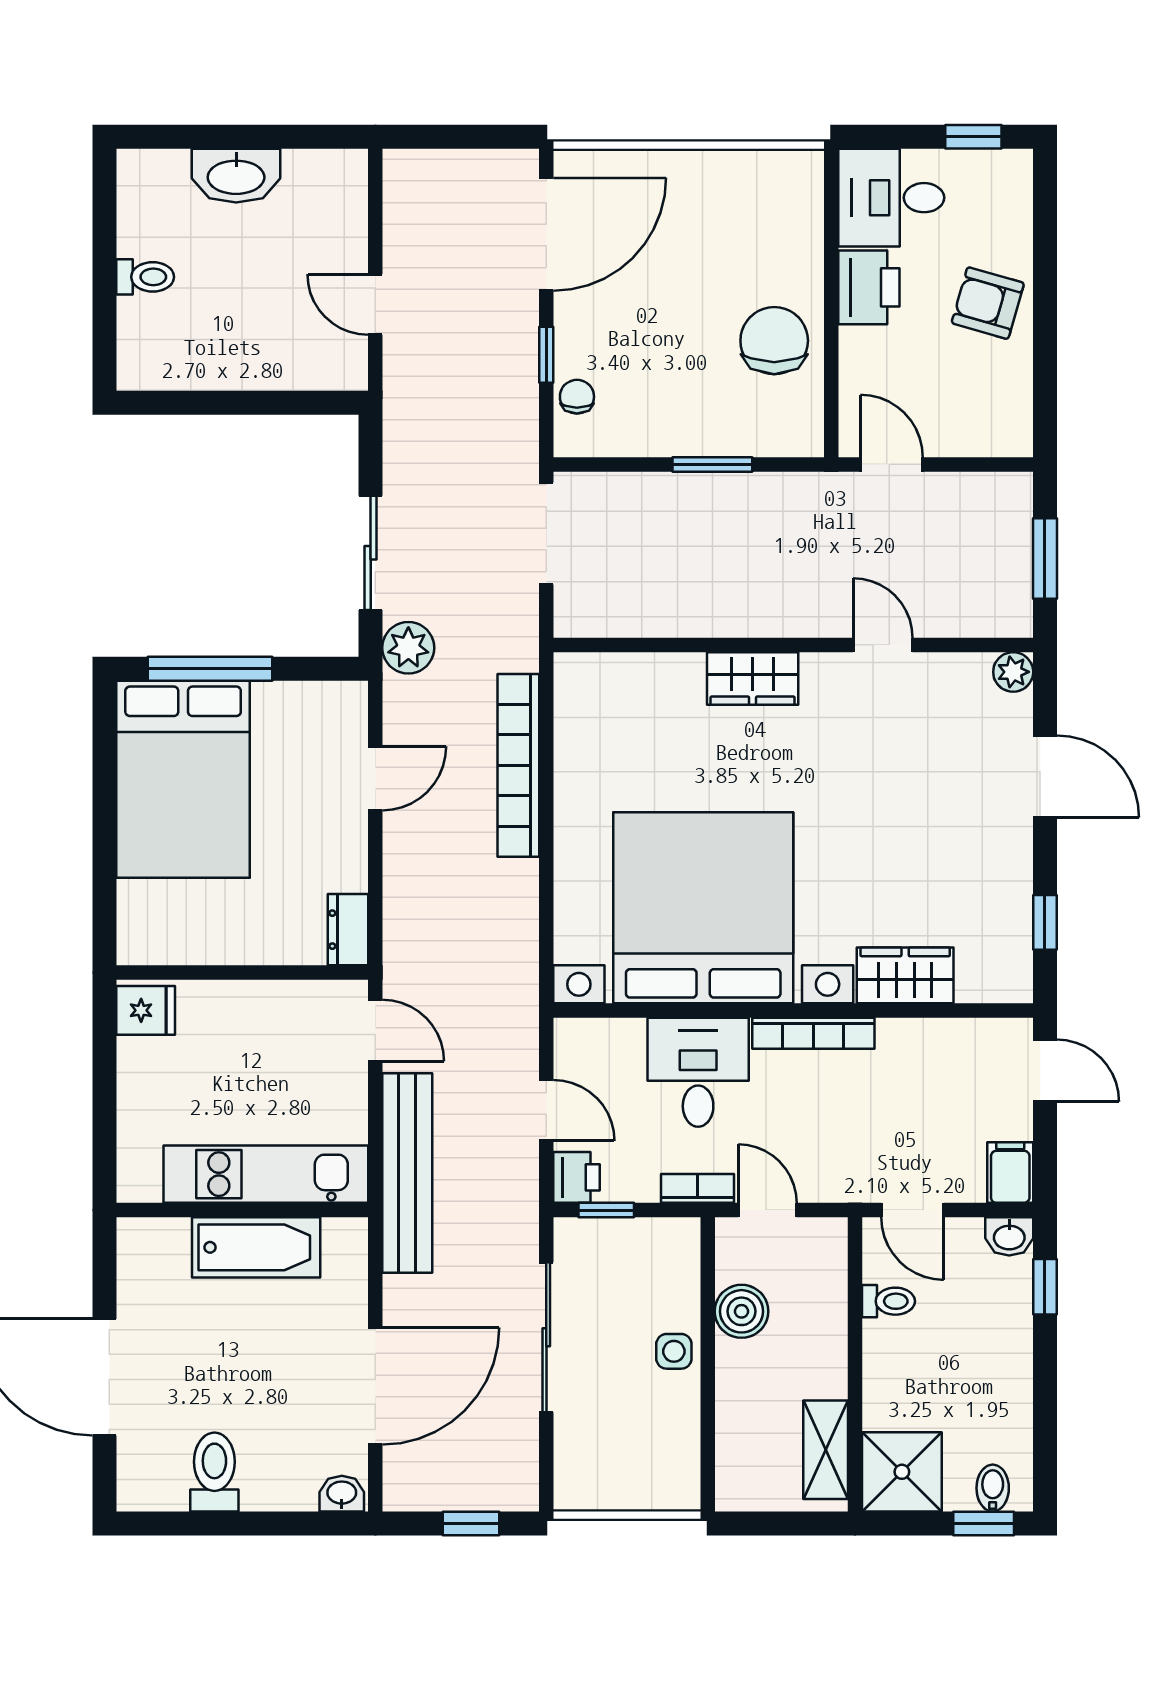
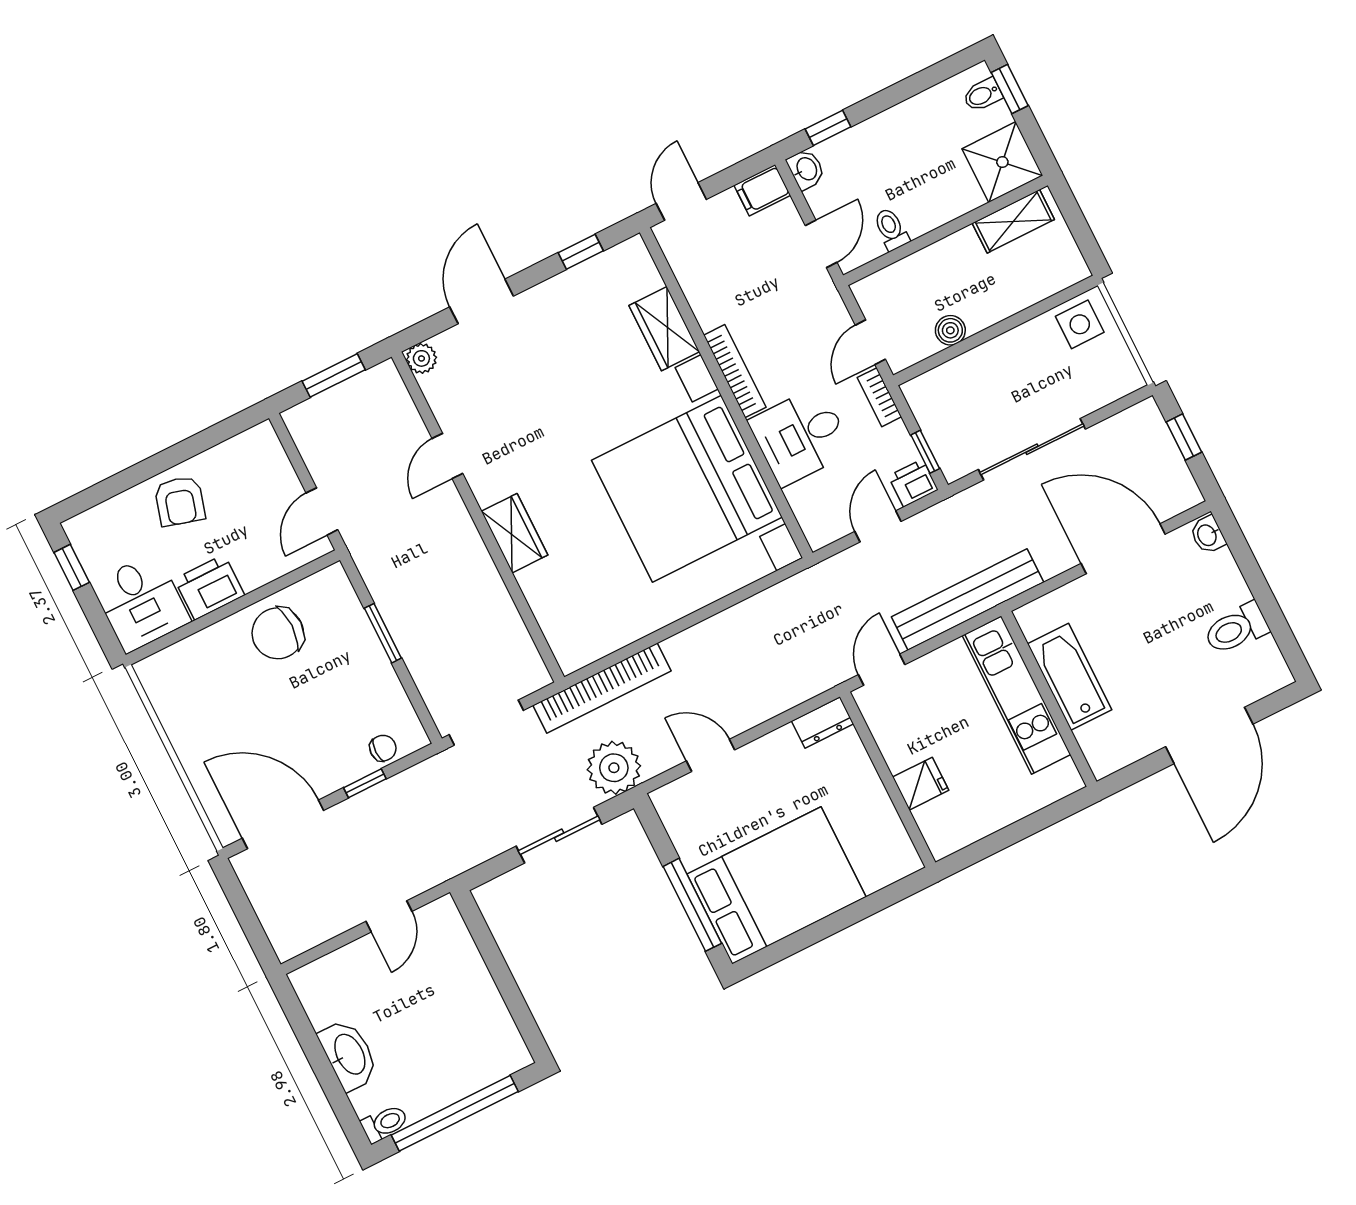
window: (105, 266) -> (455, 1113), added
toilet: (145, 277) -> (385, 1123), moved, turned 90
chair: (577, 397) -> (383, 748), turned 180
plant: (408, 648) -> (614, 768), width x1.36, depth x1.36
bookcase: (518, 765) -> (602, 688), moved
fridge: (146, 1010) -> (921, 784), moved, turned 90
boiler: (742, 1311) -> (950, 330), width x0.73, depth x0.73
side table: (674, 1351) -> (1080, 324), moved, width x1.37, depth x1.37

